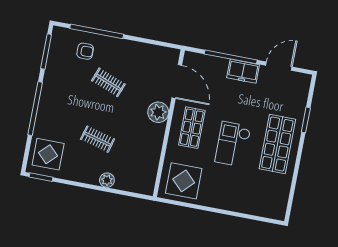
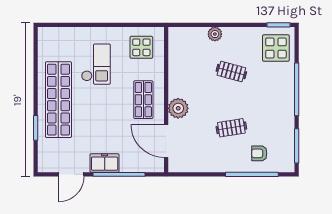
clothes rail: (108, 82) -> (231, 128), turned -30
checkout: (233, 144) -> (96, 64), moved
shop shelf: (277, 144) -> (58, 100), width x1.40
display table: (184, 181) -> (141, 47), width x0.73, depth x0.73

